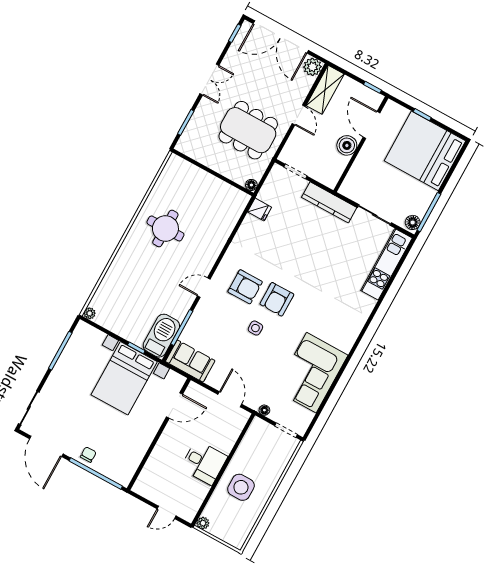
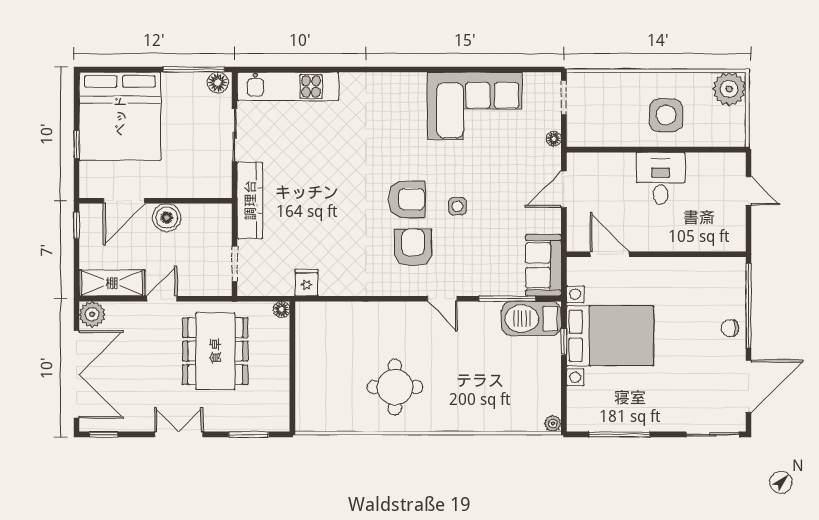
plant: (203, 523) -> (729, 89), moved, width x1.88, depth x1.88

